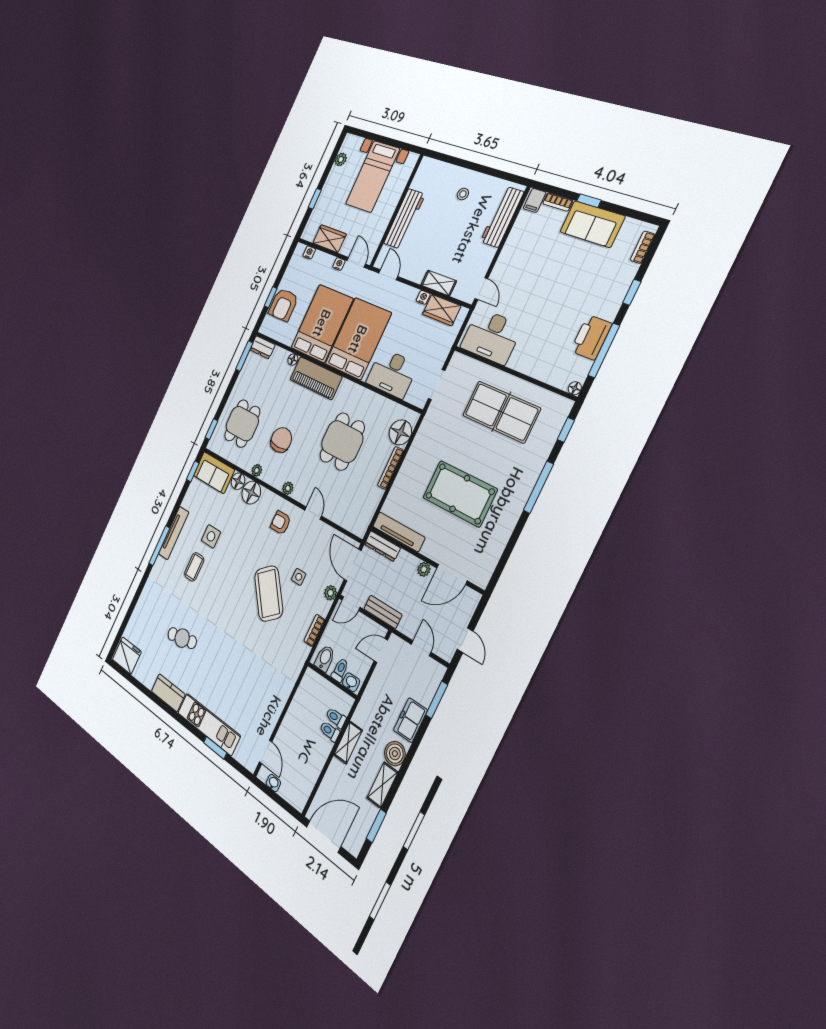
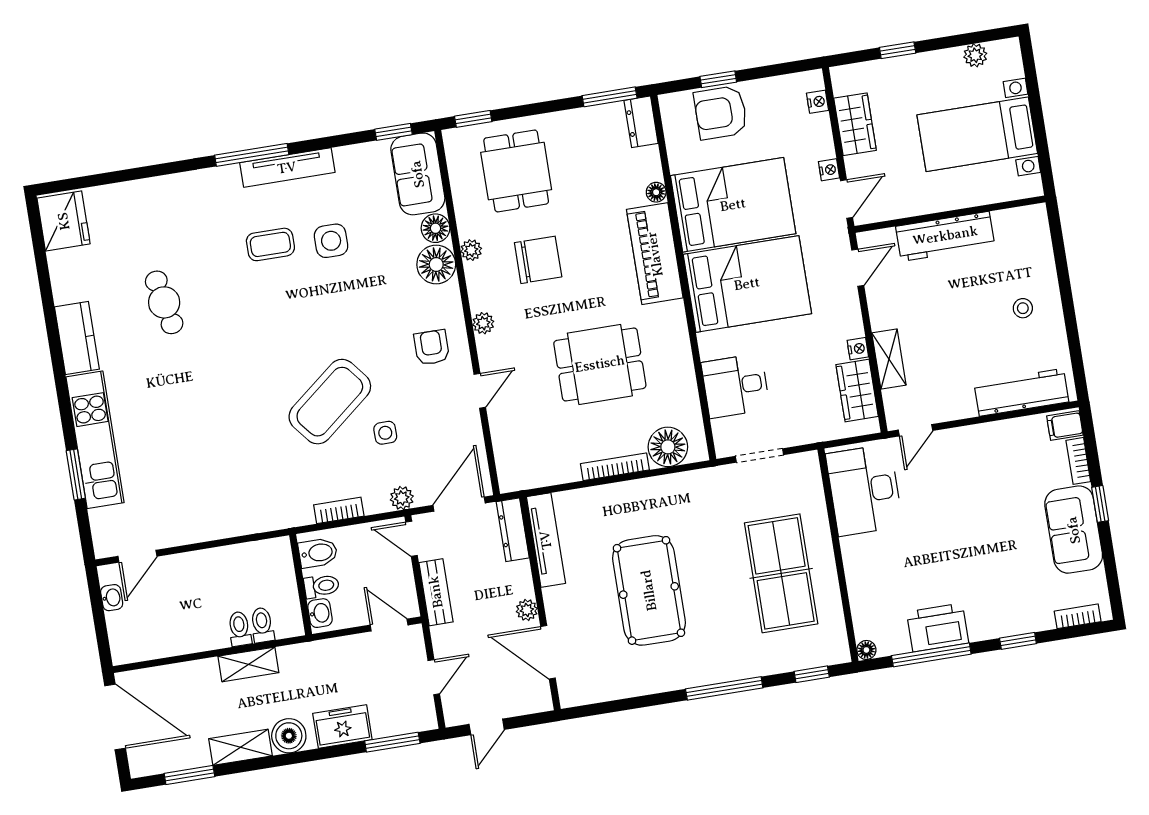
desk: (392, 373) -> (735, 386), width x0.73
dining table: (242, 424) -> (516, 171), turned 90

